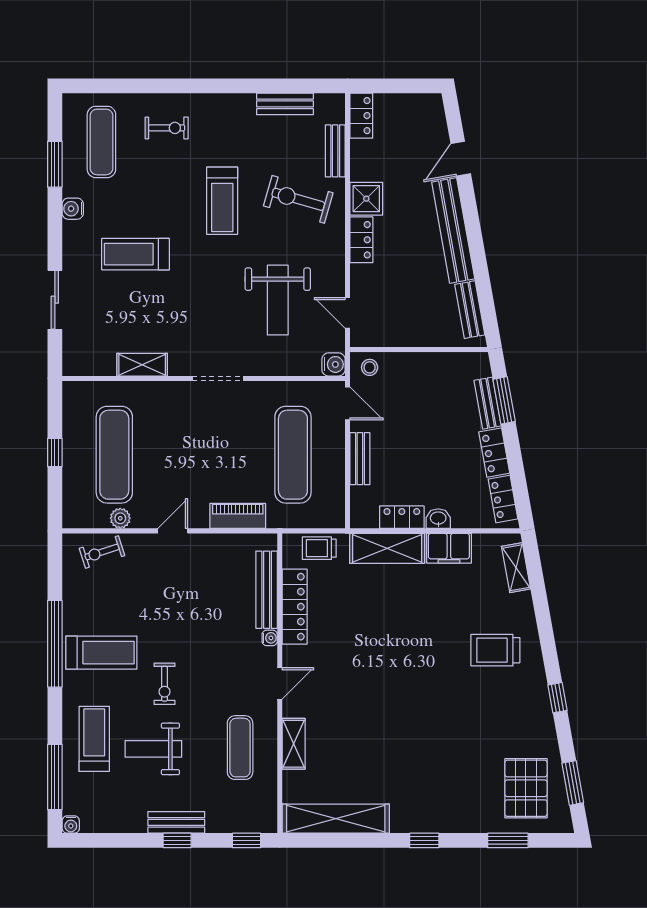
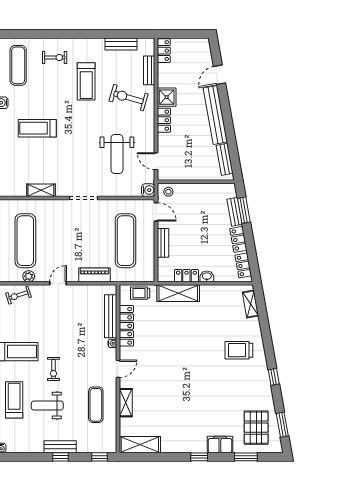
treadmill: (222, 201) -> (86, 81), moved
filing cabinet: (449, 548) -> (220, 444), moved, turned 180
shelving: (336, 819) -> (140, 445), width x0.68

